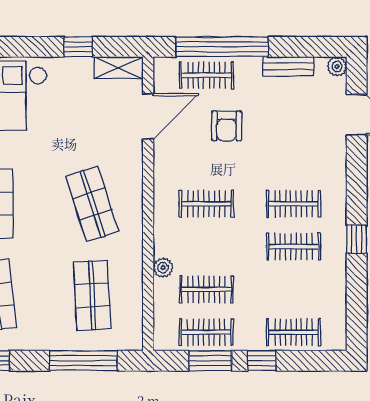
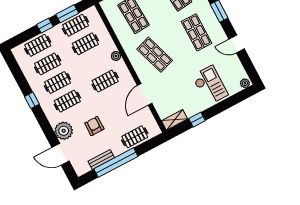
window: (222, 47) -> (116, 163), moved
plant: (337, 66) -> (64, 131), moved, width x1.88, depth x1.88
door: (148, 116) -> (145, 94), moved
armchair: (227, 126) -> (94, 126), moved
plant: (163, 268) -> (116, 56), moved
clothes rail: (293, 289) -> (48, 64), added

